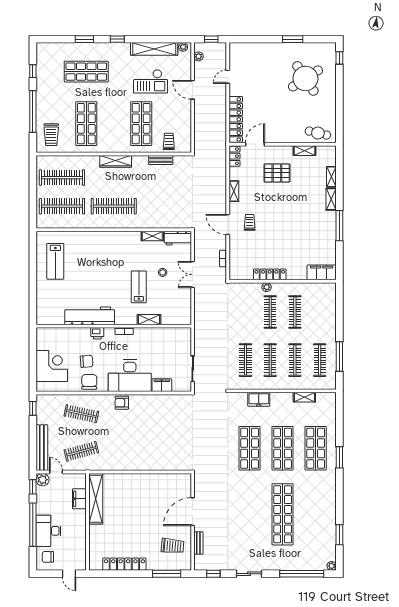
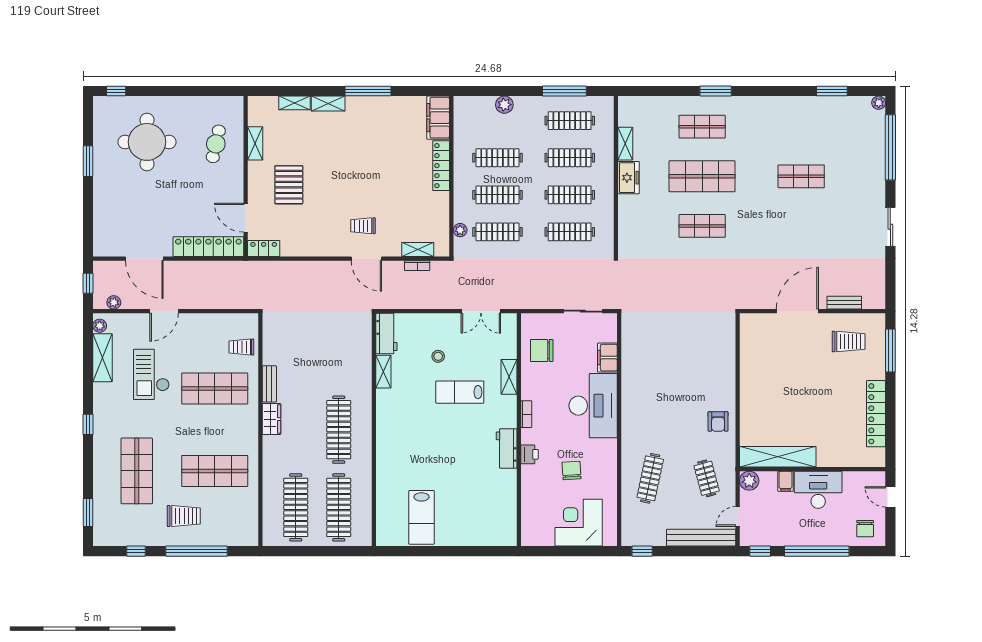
window: (84, 39) -> (88, 513), moved
shelving: (154, 49) -> (103, 358), width x0.68
door: (228, 77) -> (144, 259), width x1.88
round table: (305, 78) -> (147, 142), turned 33
checkout: (151, 81) -> (151, 374), turned 180
cafe table: (318, 133) -> (216, 144), moved
trolley: (51, 135) -> (184, 516), moved
bench: (161, 160) -> (269, 384), moved
wardrobe: (116, 161) -> (271, 419), width x0.67
shelving: (234, 191) -> (418, 249), moved
door: (228, 225) -> (366, 259), hinge flipped
lab bench: (55, 261) -> (421, 517), turned 90
double door: (193, 274) -> (481, 311), moved
locker: (270, 274) -> (441, 166), moved
plant: (267, 287) -> (460, 230), moved
clothes rail: (246, 312) -> (497, 232), added
workbench: (90, 316) -> (507, 448), width x0.53, depth x0.76
plant: (330, 317) -> (504, 105), added
chair: (89, 382) -> (542, 351), moved
freezer: (259, 399) -> (628, 178), moved
armchair: (122, 403) -> (718, 421), moved
shop shelf: (250, 448) -> (702, 226), width x0.70, depth x0.74
shop shelf: (316, 448) -> (702, 127), width x0.70, depth x0.74
clothes rail: (81, 451) -> (707, 478), width x0.73
plant: (43, 480) -> (749, 481), moved
filing cabinet: (79, 499) -> (785, 481), width x0.50
door: (193, 512) -> (797, 311), swing flipped
shop shelf: (283, 514) -> (801, 176), width x0.50, depth x0.74
desk: (49, 531) -> (818, 490), moved, turned 180
trolley: (172, 546) -> (849, 342), turned 85
door: (69, 574) -> (890, 497), swing flipped
window: (213, 574) -> (890, 280), removed

